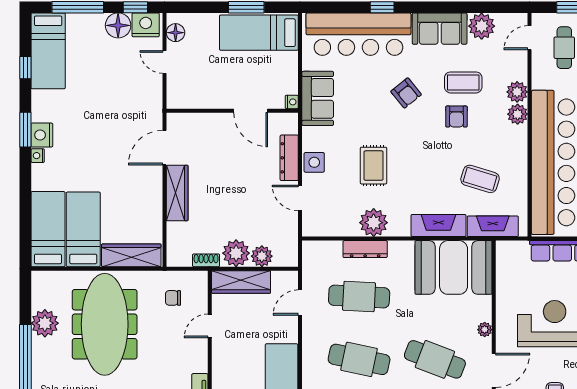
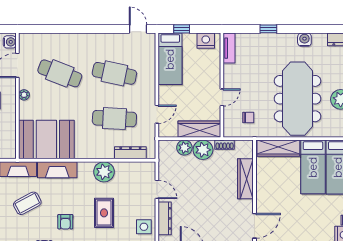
armchair: (427, 153) -> (65, 222), added
side table: (314, 162) -> (144, 227), moved
coffee table: (480, 179) -> (27, 203), turned -45
wardrobe: (177, 193) -> (245, 179), moved
dresser: (365, 249) -> (130, 153), moved

